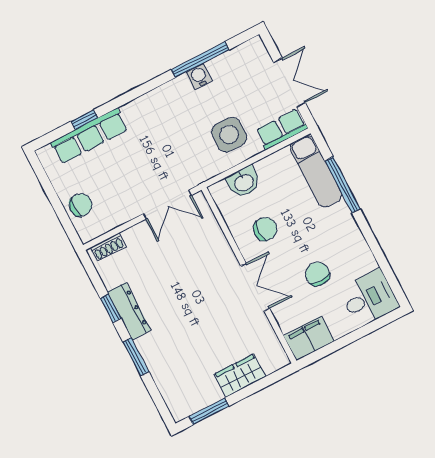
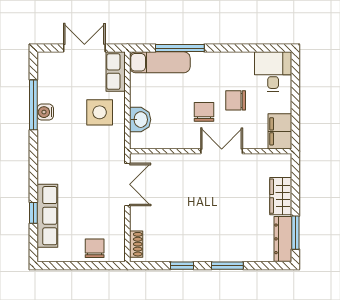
chair: (265, 229) -> (204, 112), moved
dresser: (129, 311) -> (283, 239), moved, turned -90

